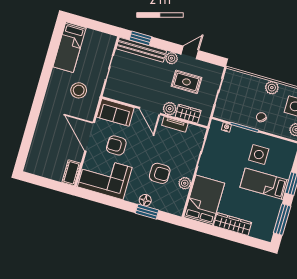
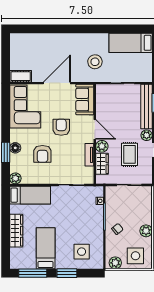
door: (150, 111) -> (95, 129), swing flipped
armchair: (116, 145) -> (61, 127), moved
side table: (259, 155) -> (82, 252), moved
plant: (185, 183) -> (15, 178), moved
bed: (264, 184) -> (46, 248), moved
bed: (204, 200) -> (30, 195), width x0.67

